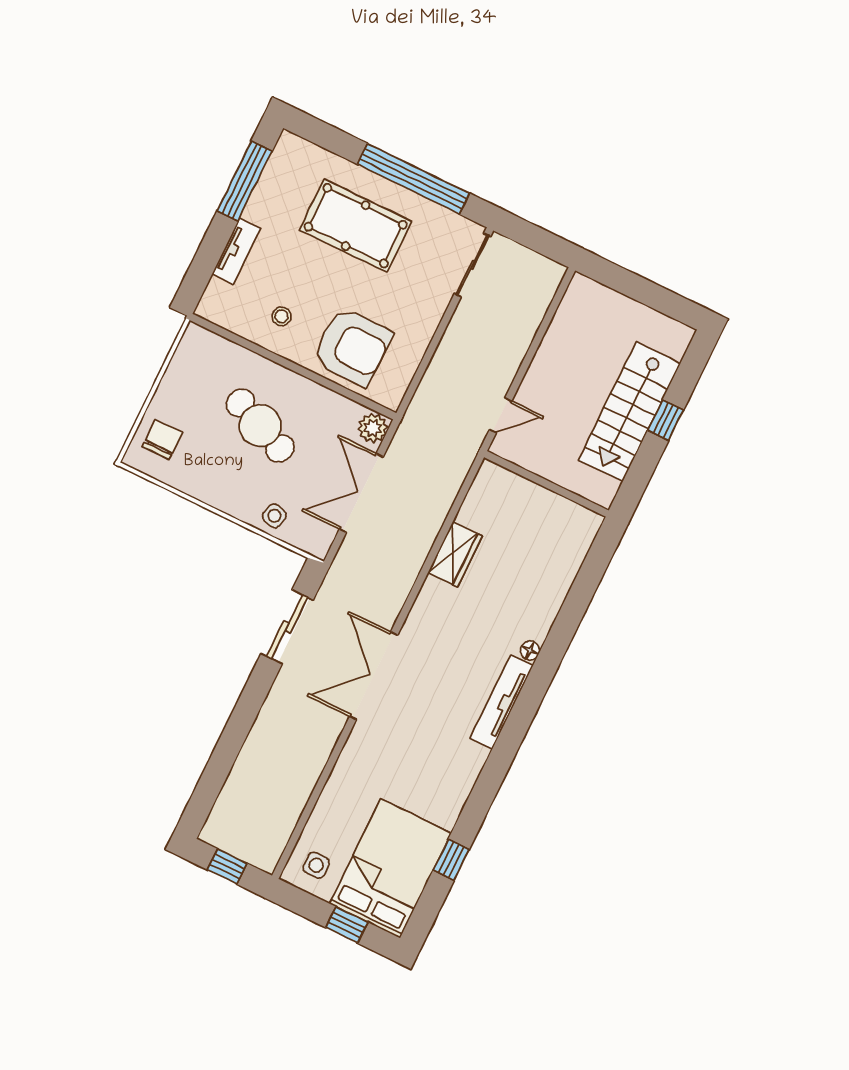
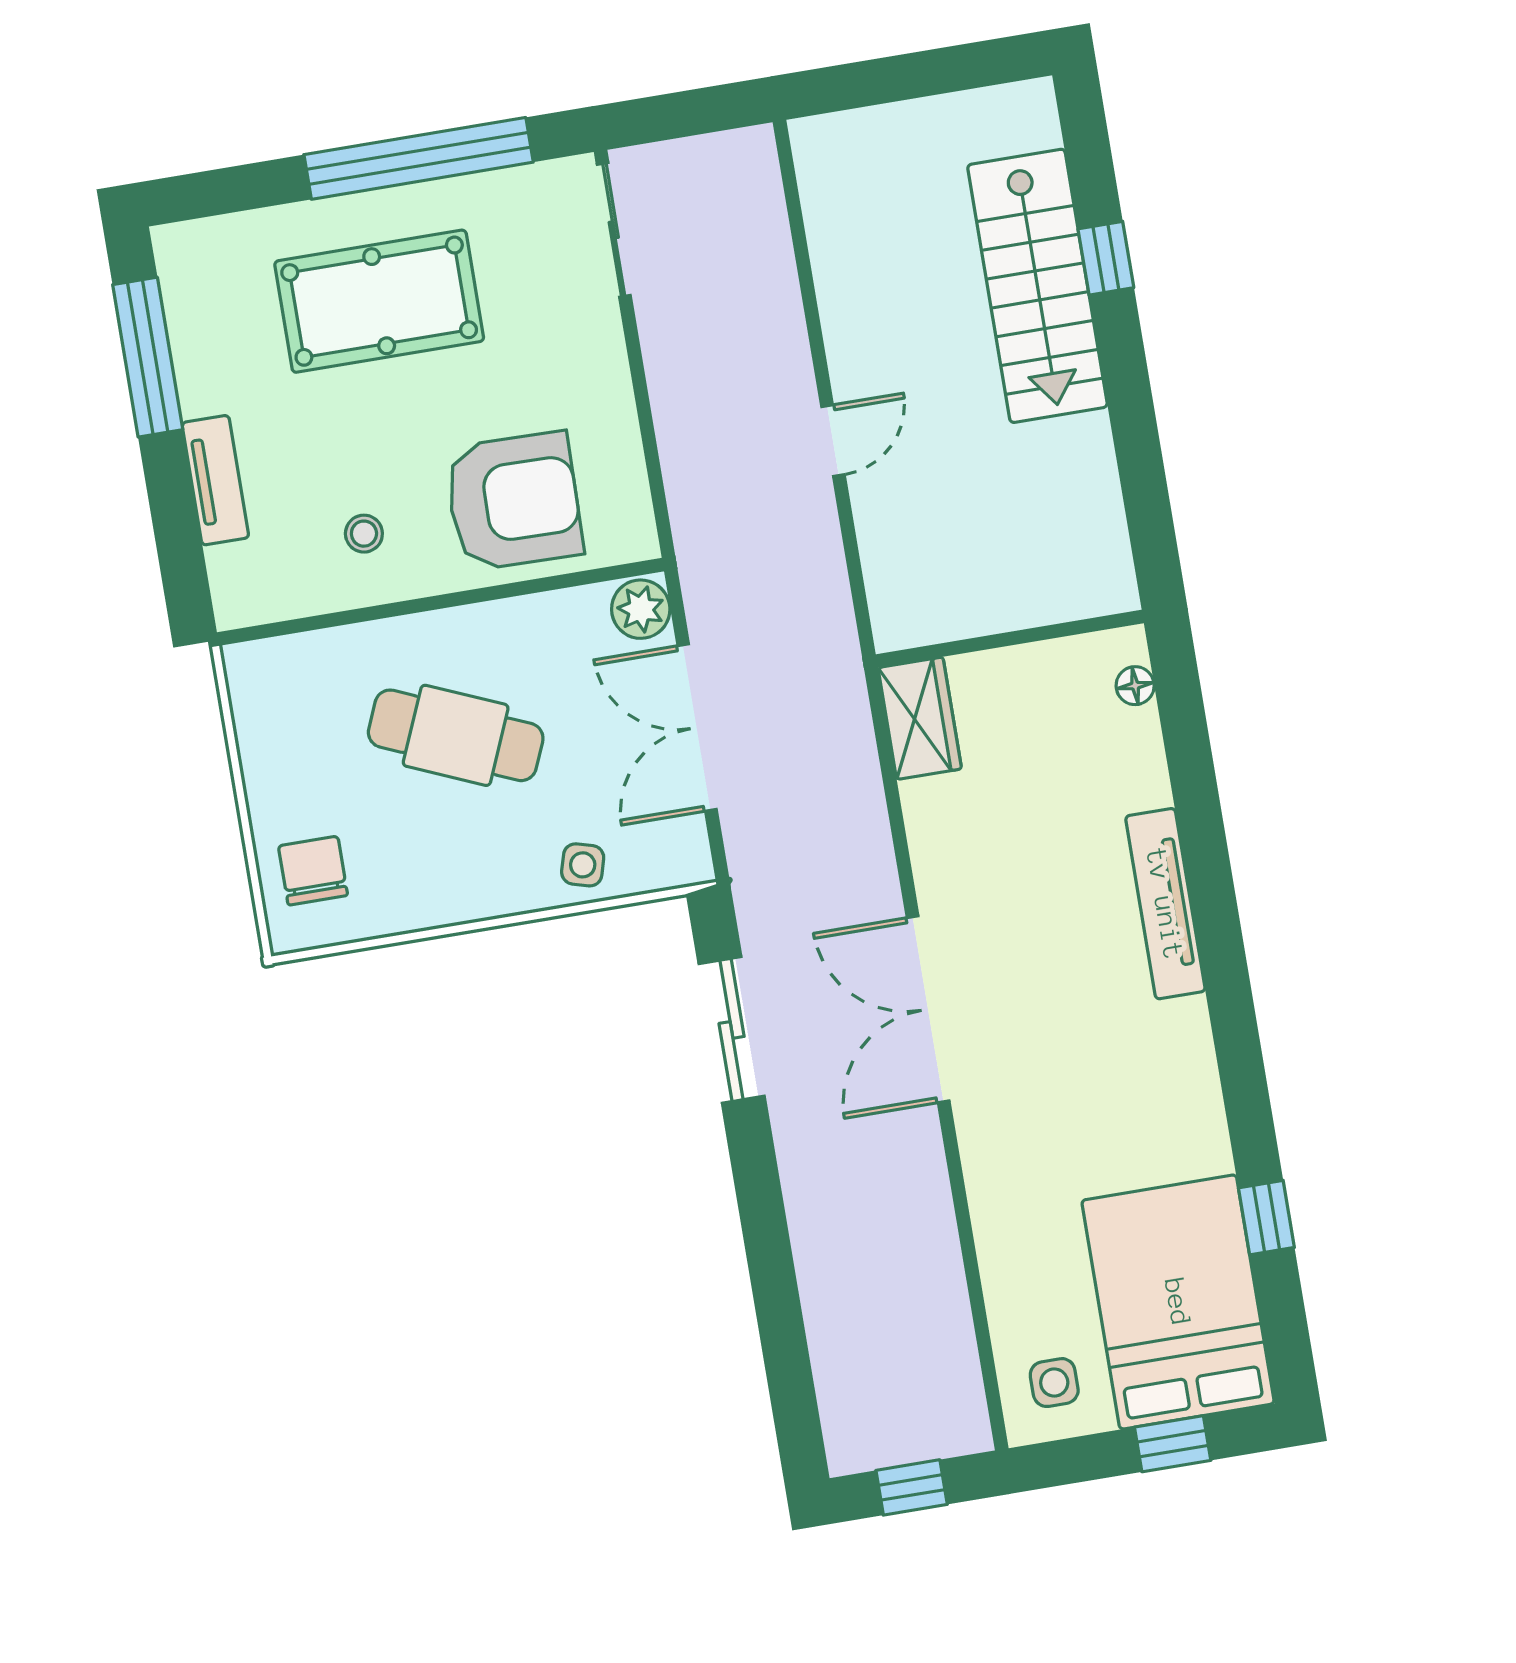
wall: (546, 484) -> (1010, 639), moved
floor lamp: (530, 650) -> (1135, 686), moved

